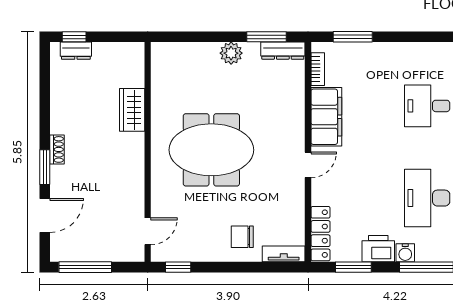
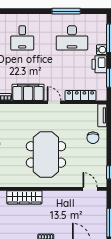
wardrobe: (132, 110) -> (24, 197), width x1.50
locker: (320, 234) -> (81, 95), moved

